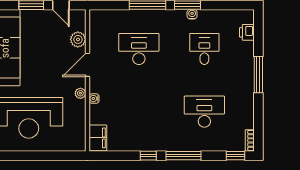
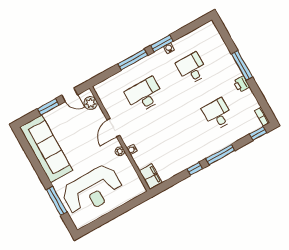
printer: (247, 32) -> (241, 84), moved
plant: (78, 39) -> (91, 103), moved
desk: (204, 112) -> (218, 114), width x0.73

